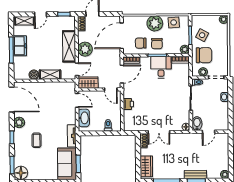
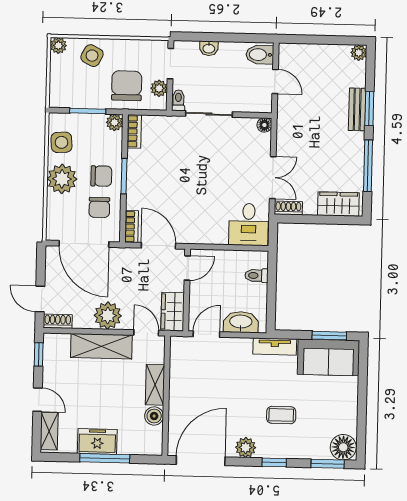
side table: (202, 35) -> (92, 56), moved
desk: (161, 67) -> (249, 224), moved, turned -90
printer: (128, 104) -> (217, 235), removed
bidet: (197, 124) -> (260, 55), moved

